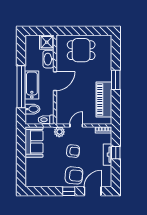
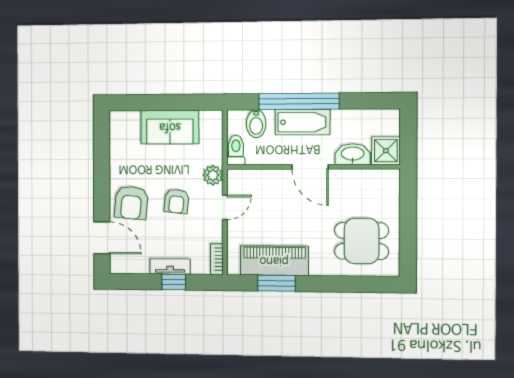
dining table: (81, 50) -> (362, 241), moved, turned 90
window: (116, 80) -> (276, 283), moved
door: (76, 125) -> (225, 207), hinge flipped
sofa: (34, 142) -> (170, 127), moved
window: (69, 191) -> (102, 193), removed

